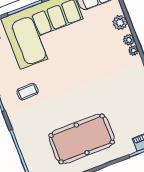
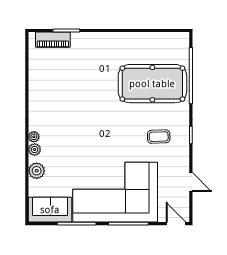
pool table: (82, 139) -> (152, 84), moved

